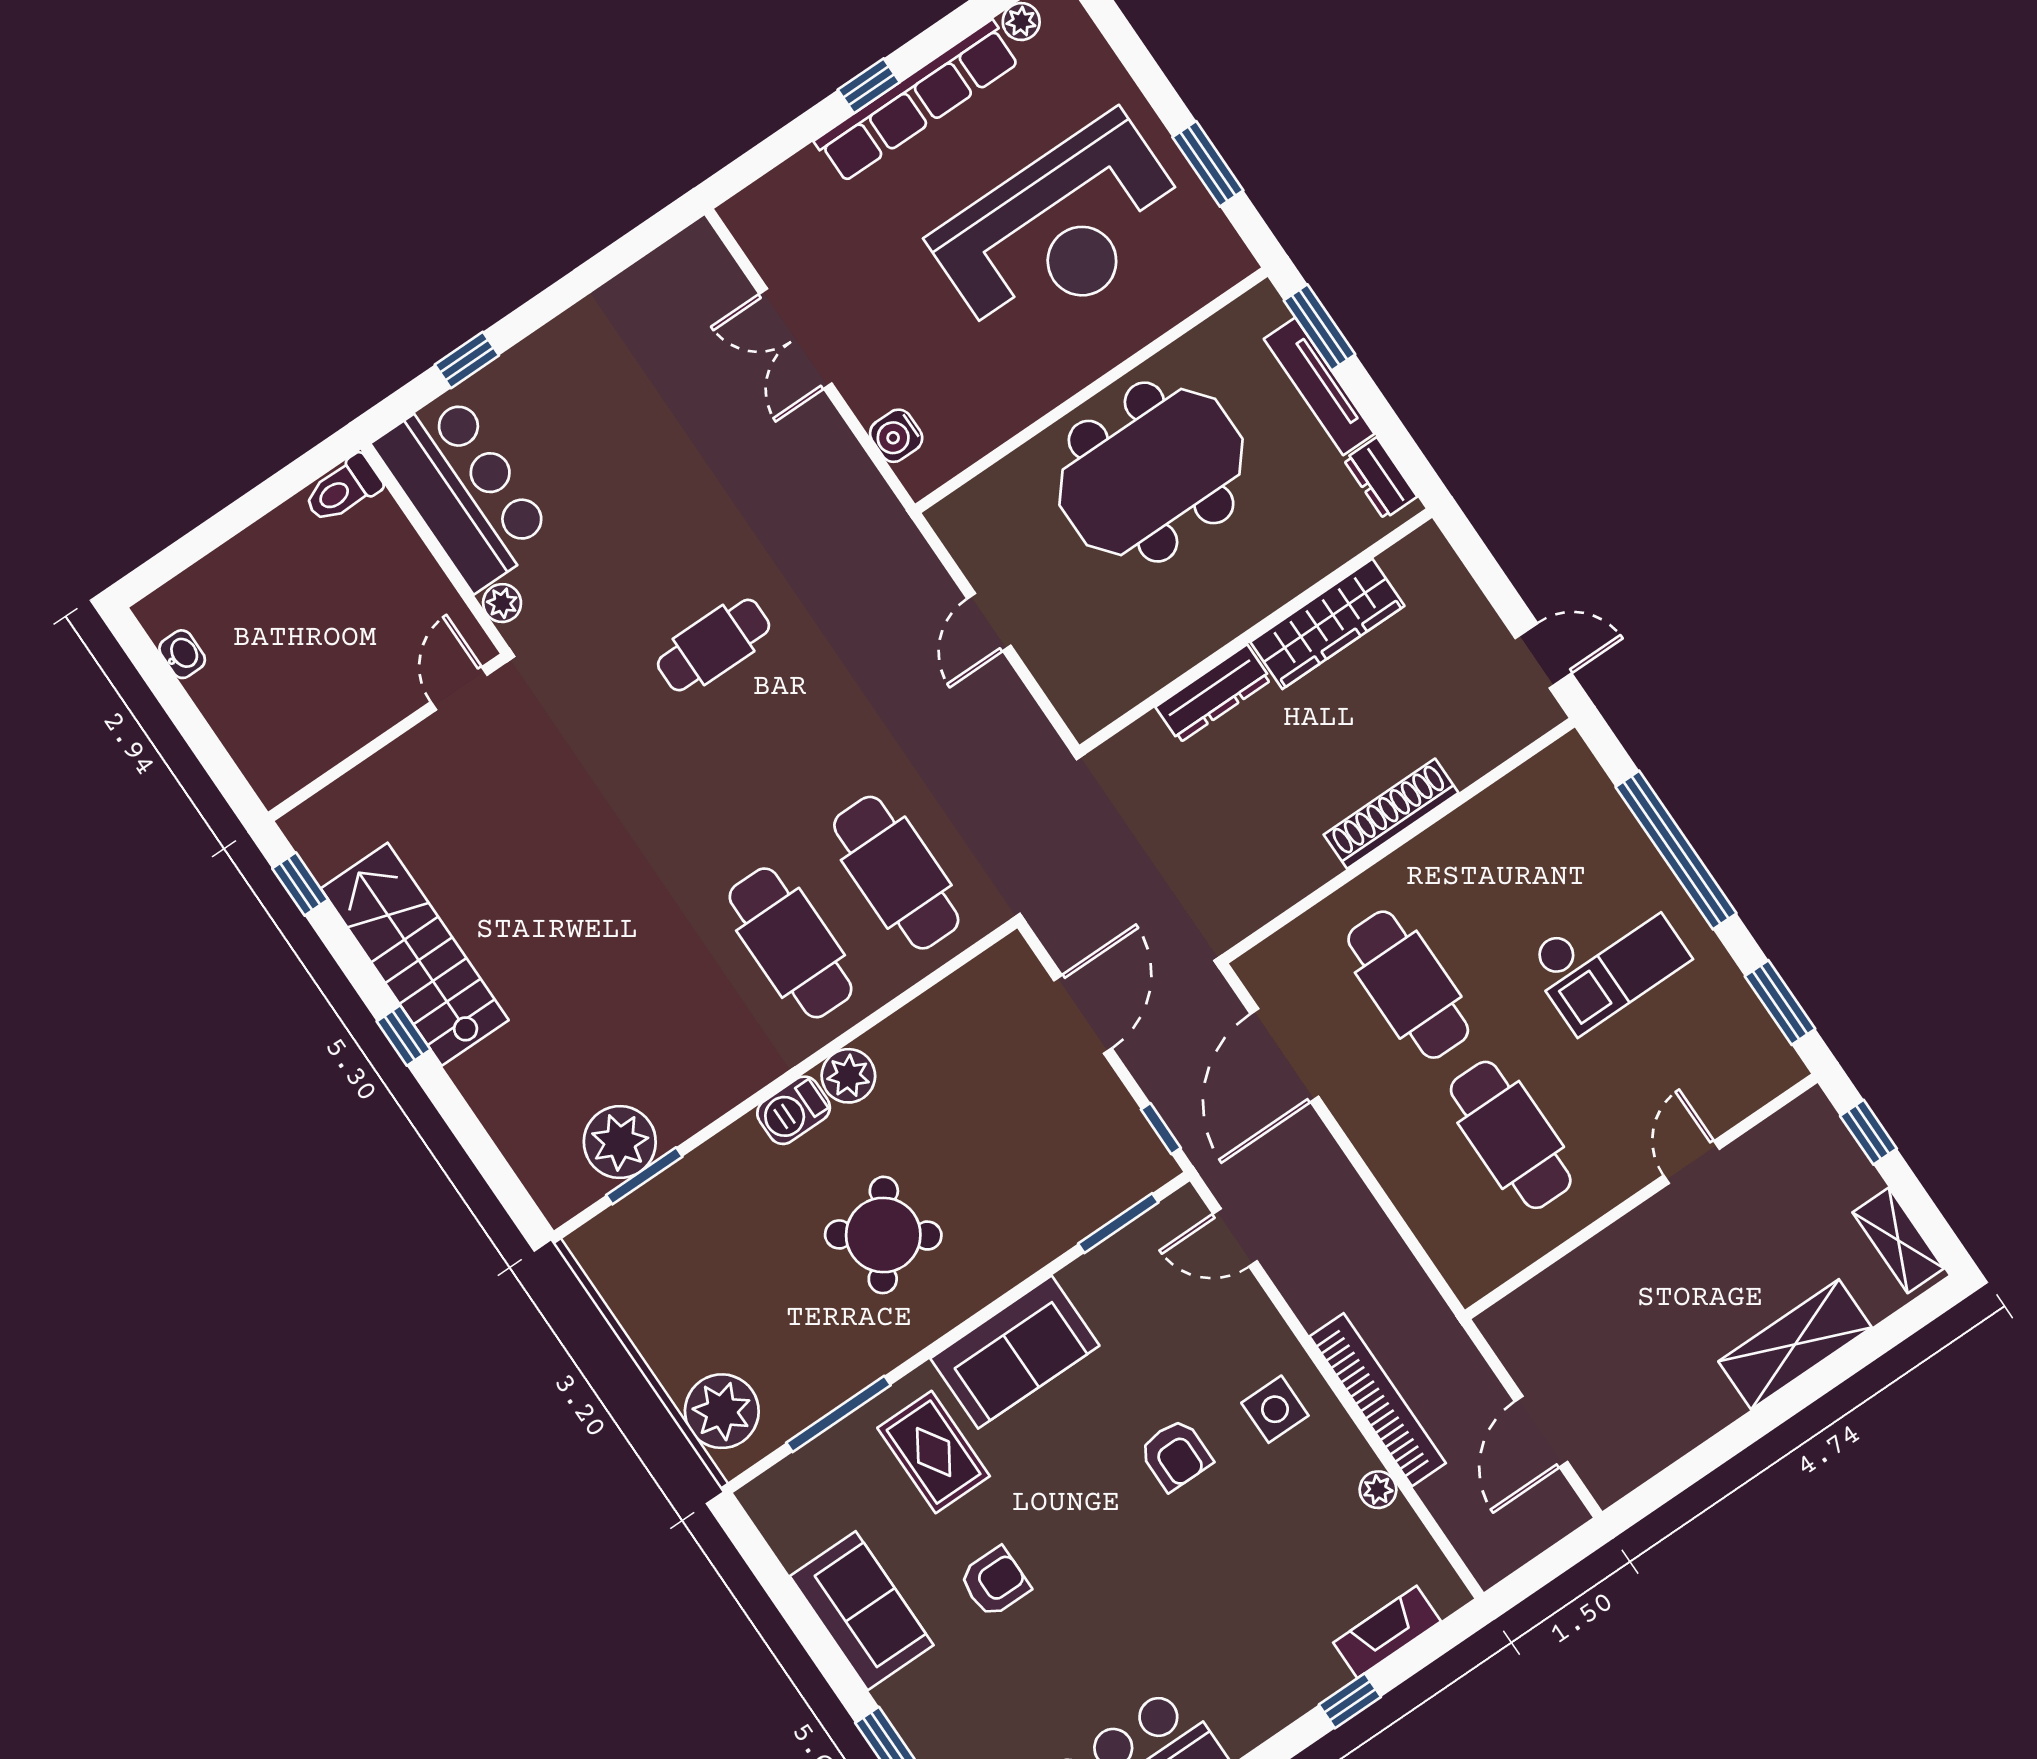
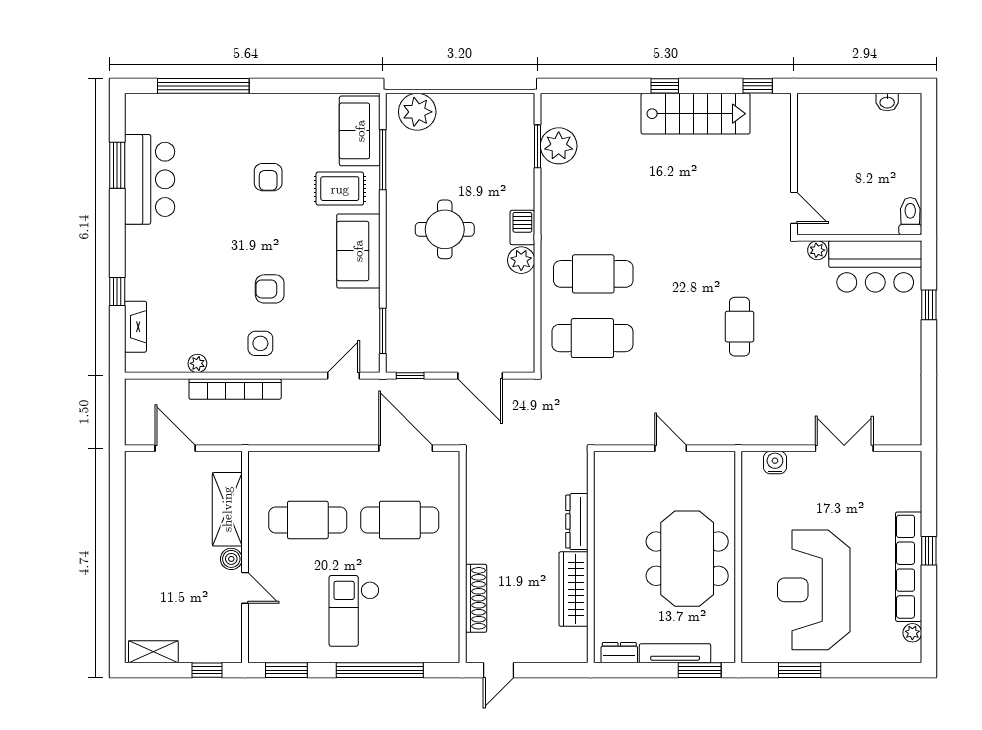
shoe rack: (1391, 814) -> (476, 598), moved
boiler: (1660, 1217) -> (231, 559), added
round table: (883, 1235) -> (445, 229), turned -35
shelving: (1795, 1344) -> (227, 509), moved
sofa: (862, 1611) -> (360, 131), moved, turned 90

